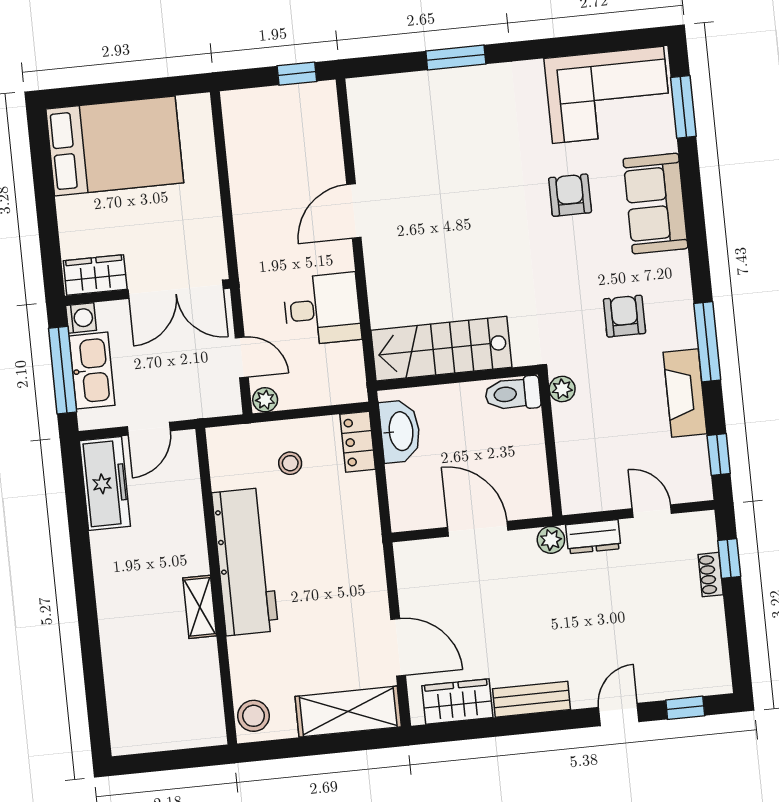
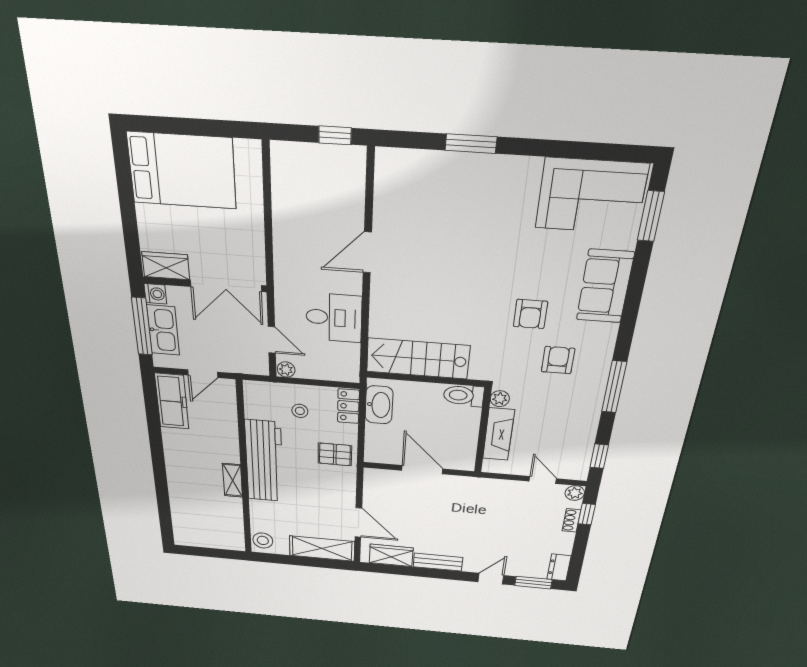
armchair: (570, 195) -> (530, 314), moved, turned 180
fireplace: (685, 393) -> (498, 434), moved, turned 180
pallet: (348, 528) -> (335, 454), added
dresser: (593, 537) -> (559, 567), moved, turned 90
plant: (551, 540) -> (575, 493), moved
window: (685, 708) -> (533, 583), width x1.50

